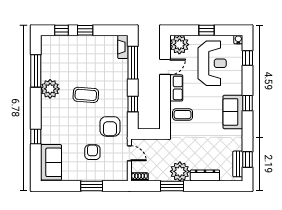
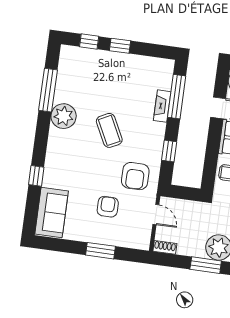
fireplace: (123, 47) -> (162, 106), moved
coffee table: (86, 95) -> (109, 130), turned 59

